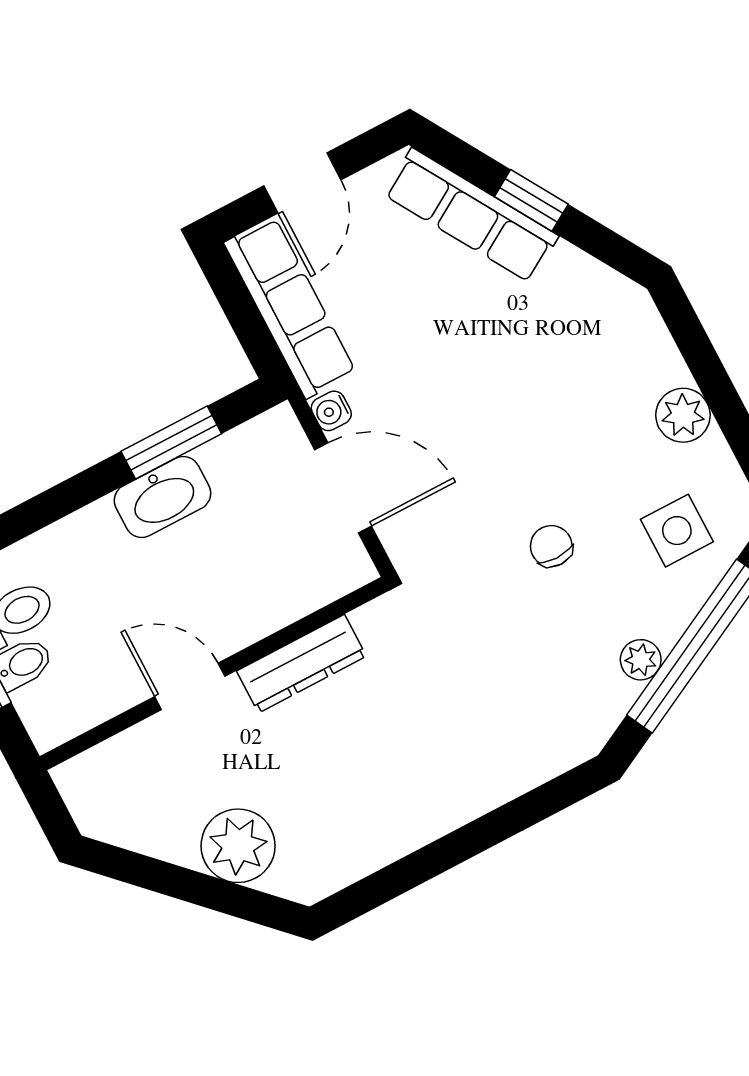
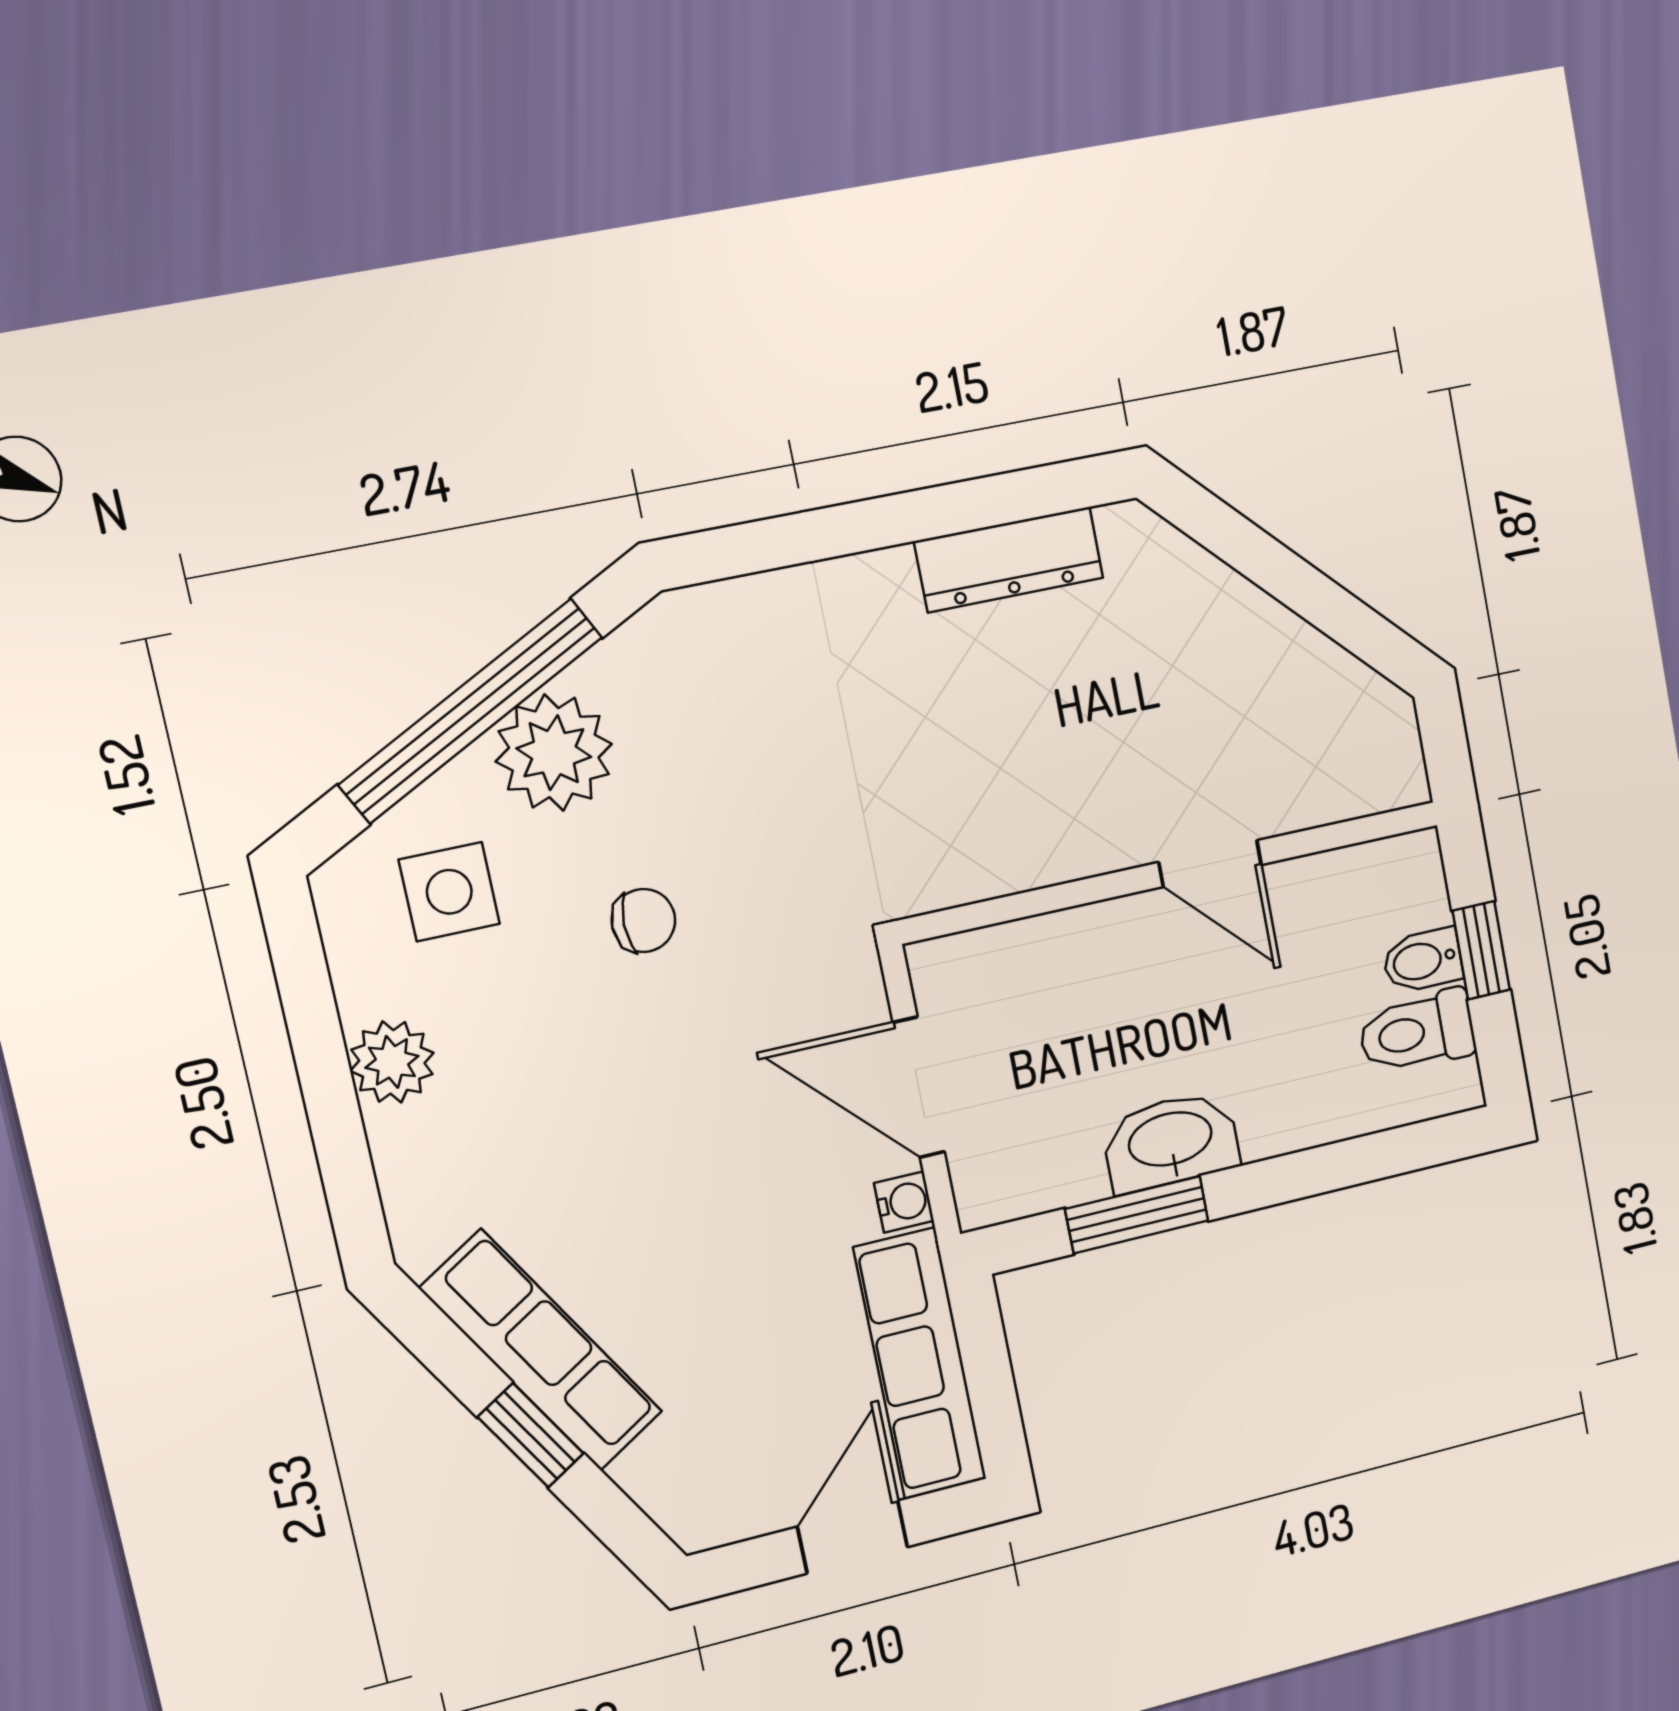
row of seats: (471, 215) -> (541, 1350), moved
chair: (551, 546) -> (643, 921), turned -90
plant: (641, 660) -> (554, 753), width x1.88, depth x1.88
dresser: (301, 664) -> (1009, 560), moved, turned 180
plant: (238, 846) -> (1209, 617), removed

